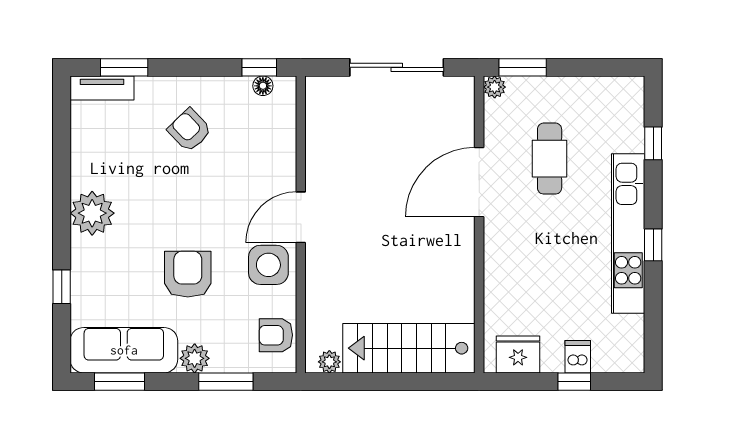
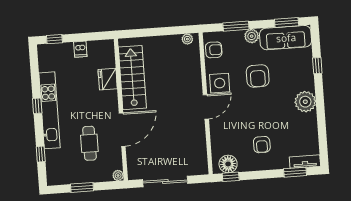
window: (523, 67) -> (82, 187), moved
floor lamp: (263, 86) -> (228, 164), width x1.89, depth x1.89
armchair: (189, 130) -> (262, 145), turned 44
stairs: (409, 348) -> (132, 78), moved, turned -90
fridge: (518, 354) -> (108, 79), moved, turned 90
dishwasher: (578, 357) -> (80, 49), moved
window: (574, 382) -> (54, 39), moved

